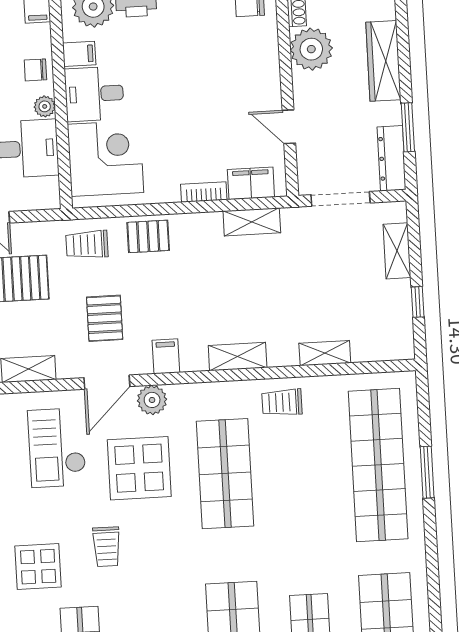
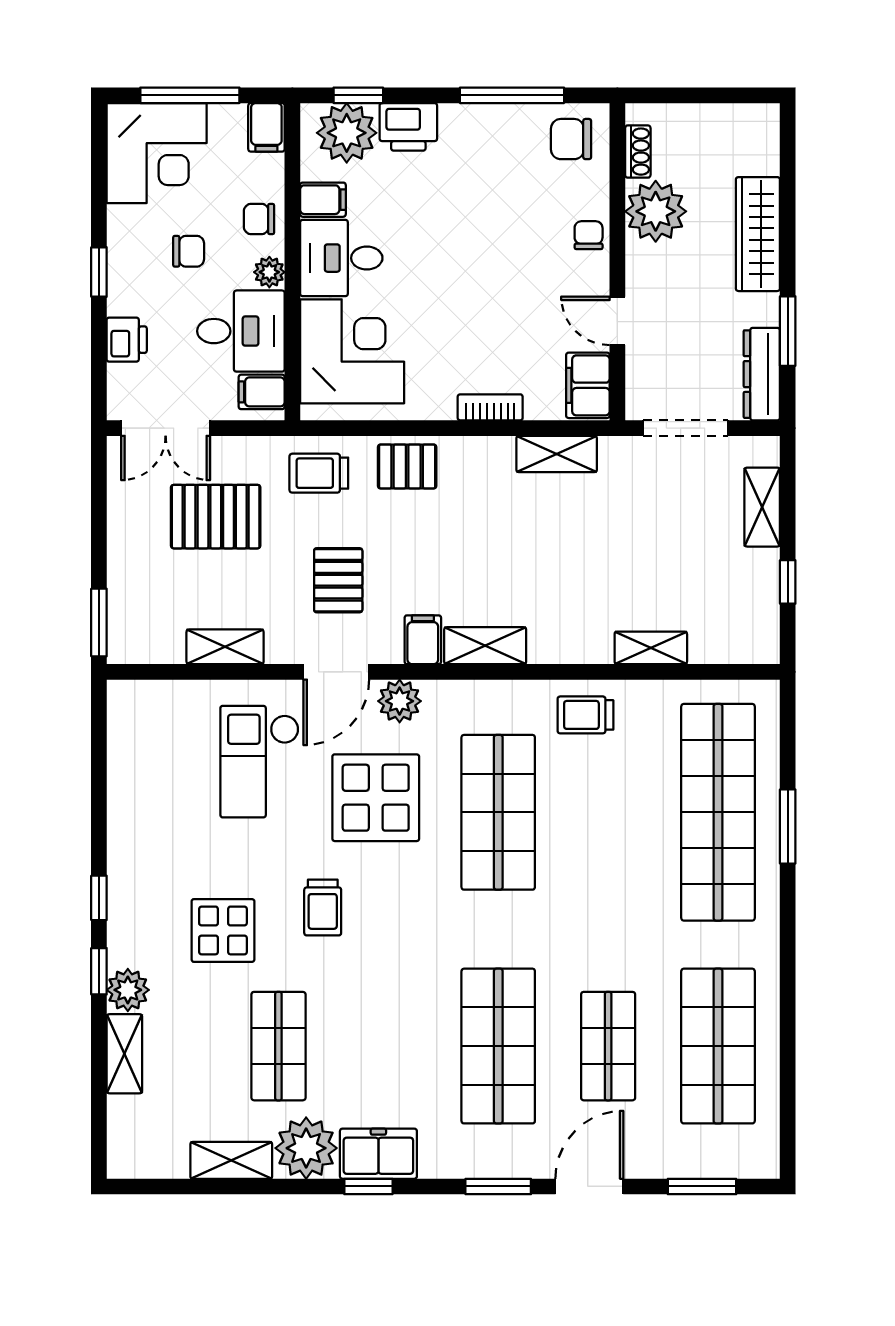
chair: (266, 68) -> (589, 235), added
filing cabinet: (251, 183) -> (588, 385), moved, turned -90
filing cabinet: (44, 190) -> (262, 392), added
shelving: (238, 357) -> (485, 646), moved

